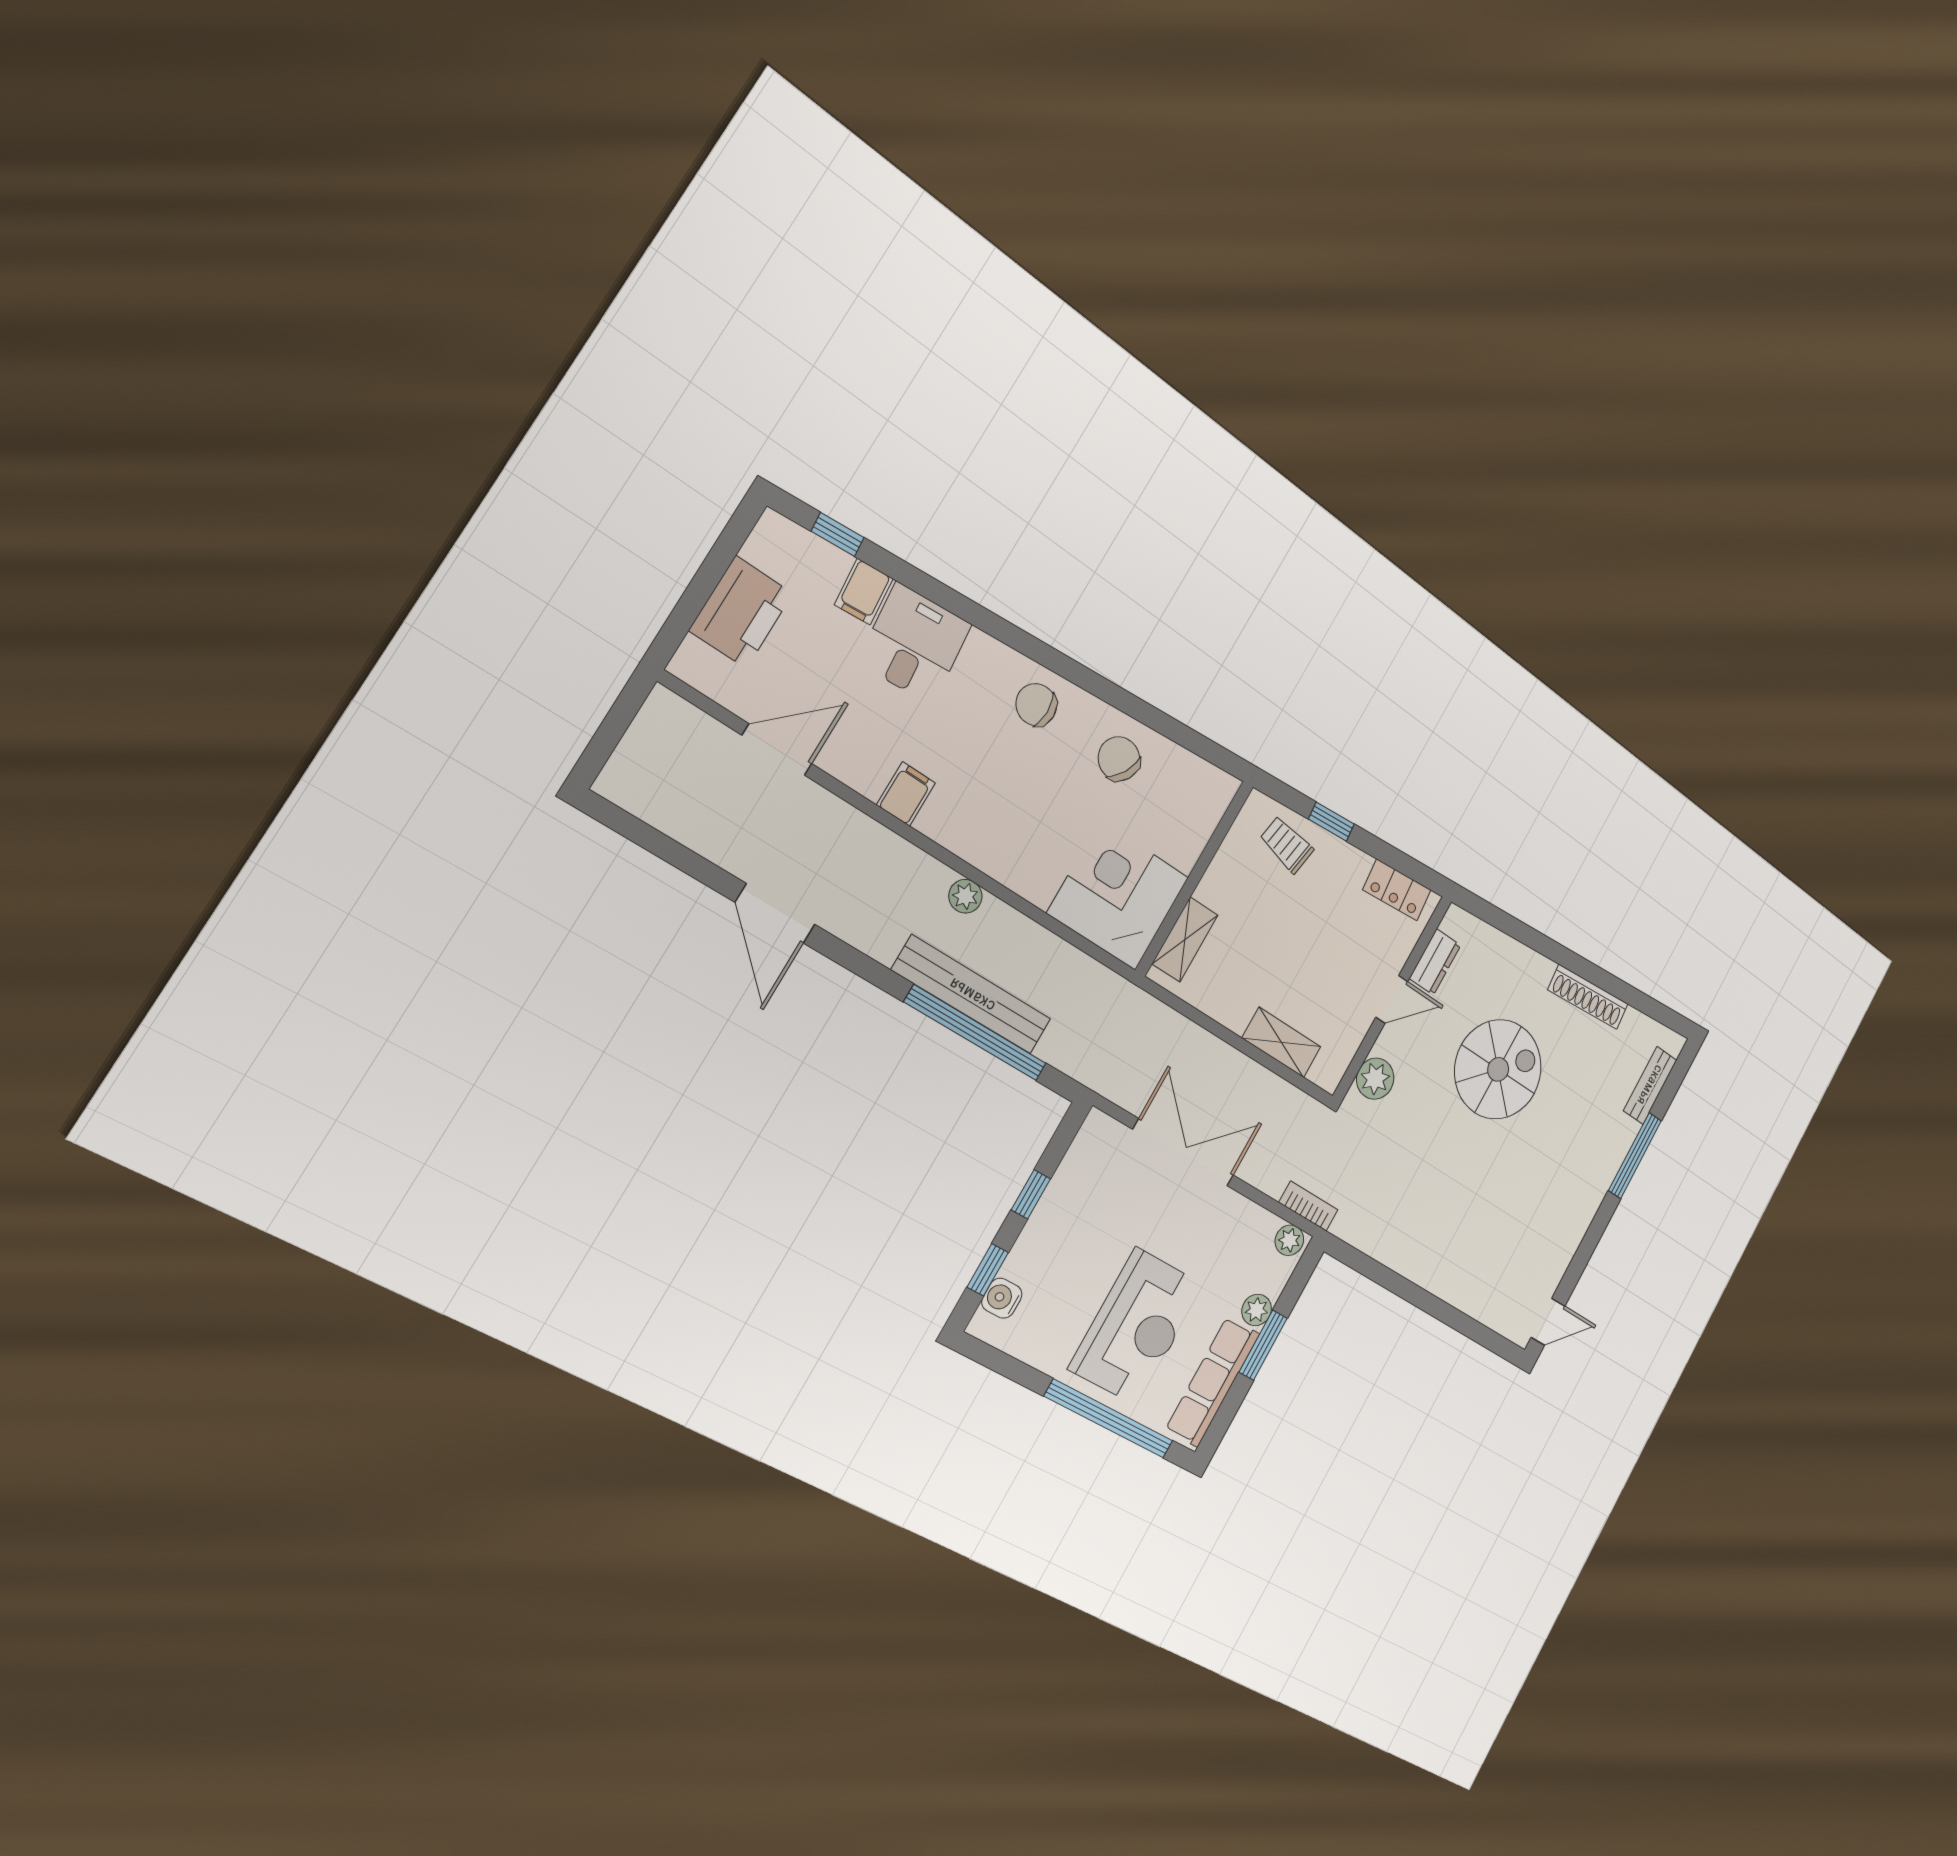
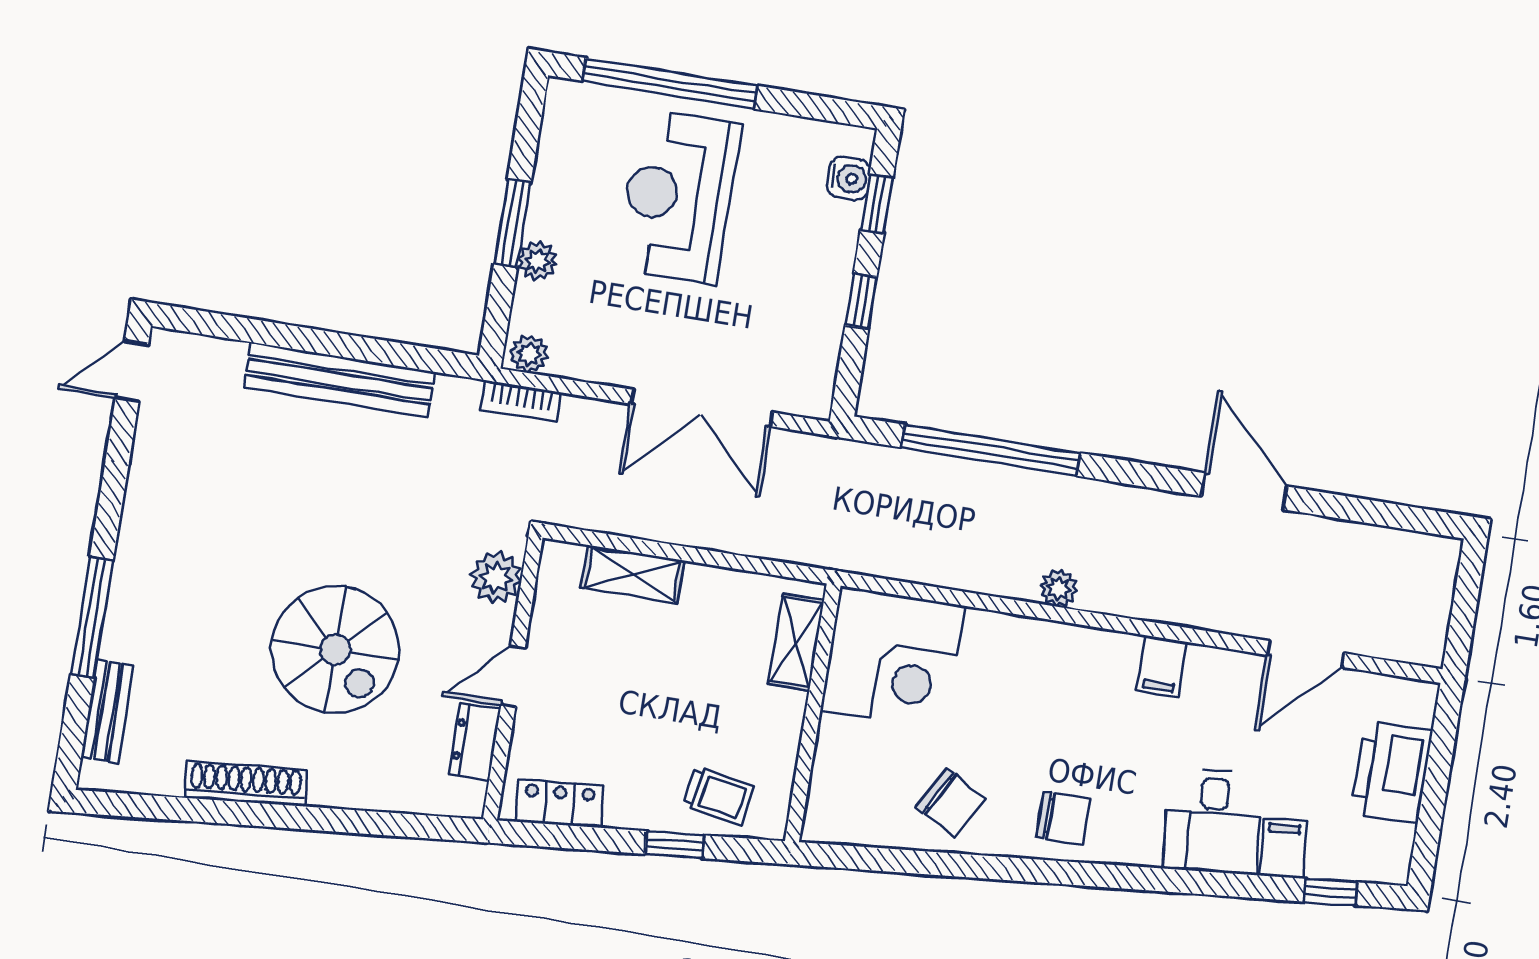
bench: (972, 995) -> (339, 380), moved
spiral stairs: (1498, 1069) -> (335, 650), turned -90
row of seats: (1213, 1382) -> (559, 162), removed

